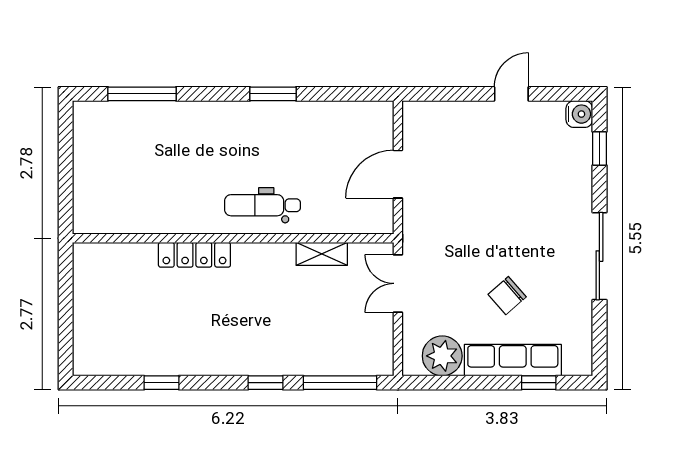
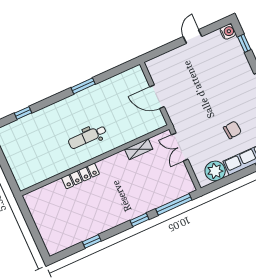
window: (142, 94) -> (23, 113), width x0.46
door: (398, 174) -> (157, 97), hinge flipped
dental chair: (262, 205) -> (87, 137), moved
chair: (507, 296) -> (232, 130), turned -145

